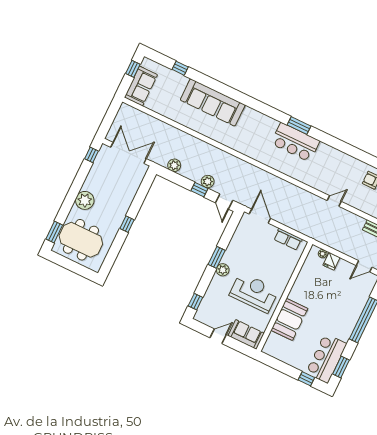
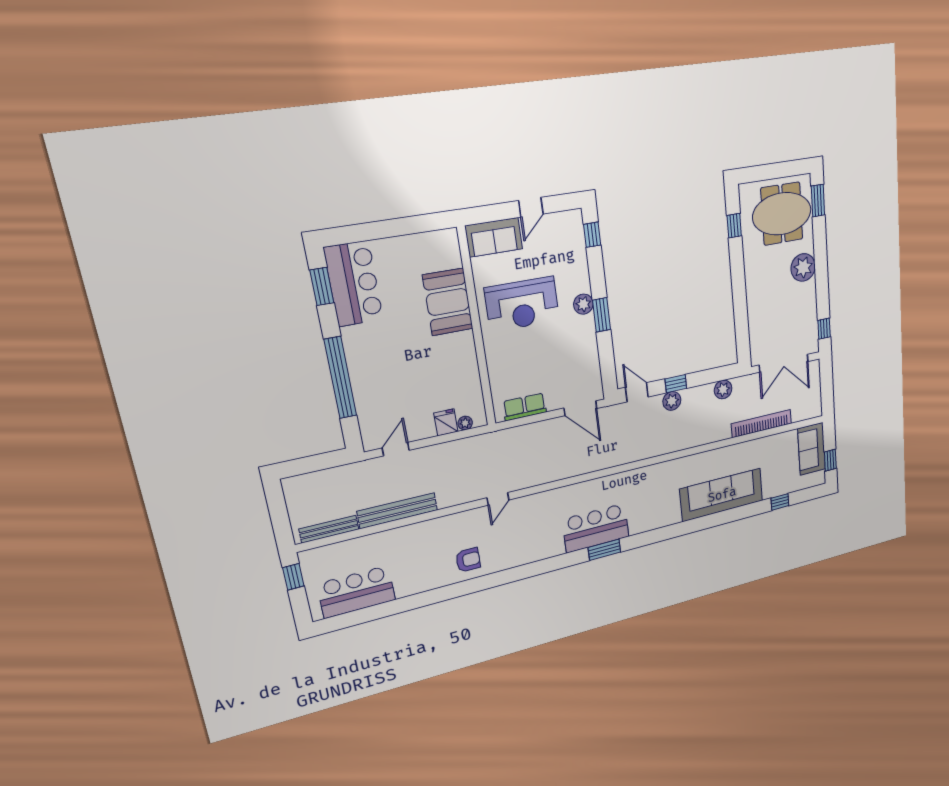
bookcase: (163, 127) -> (762, 424), added
window: (127, 224) -> (734, 226), moved
window: (306, 379) -> (361, 233), removed

